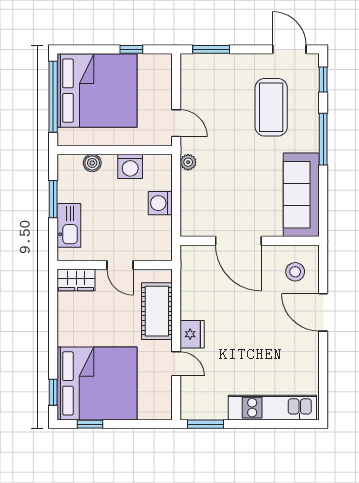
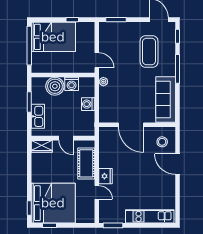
bed: (97, 91) -> (53, 37), width x0.73
boiler: (92, 163) -> (55, 86), width x1.86, depth x1.86

